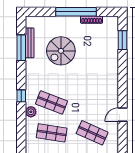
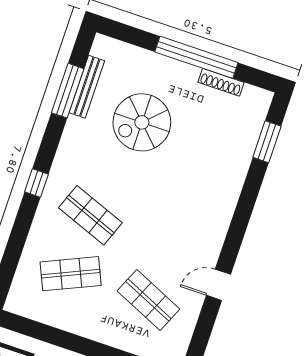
plant: (31, 112) -> (45, 220), removed
shop shelf: (52, 133) -> (71, 274), turned -33

